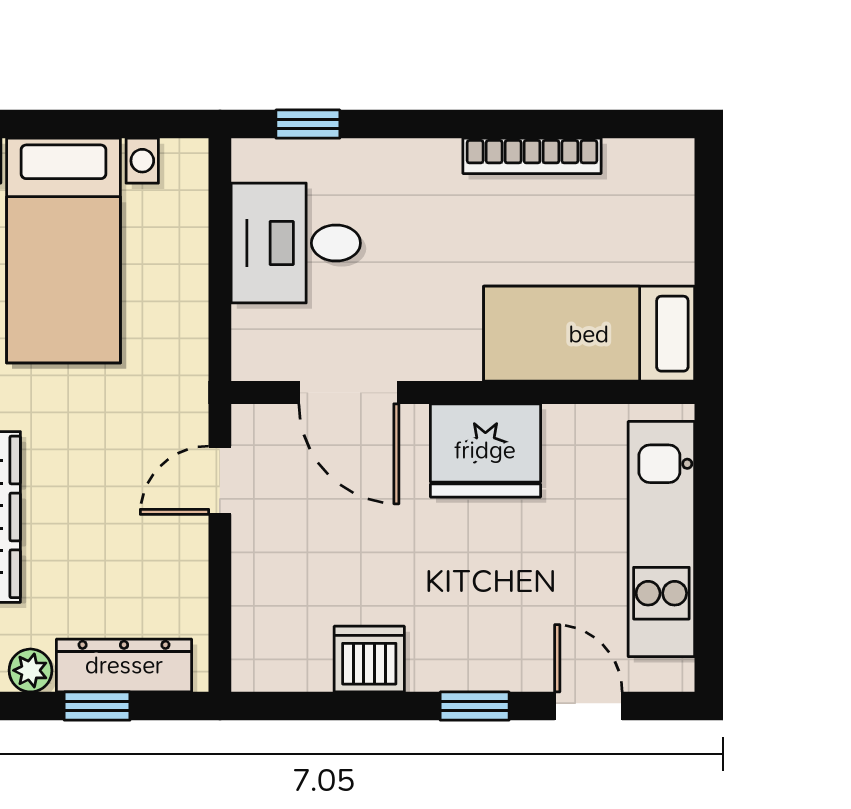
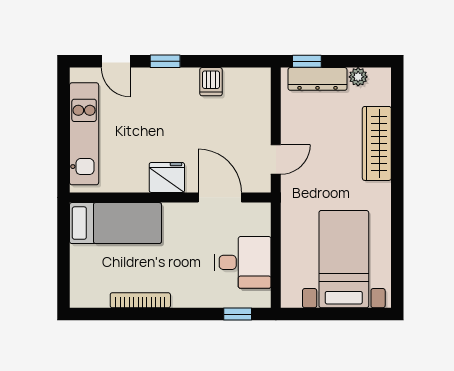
fridge: (485, 450) -> (167, 177), width x0.73, depth x0.75
dishwasher: (369, 659) -> (211, 82), width x0.73
window: (97, 706) -> (307, 61), moved

